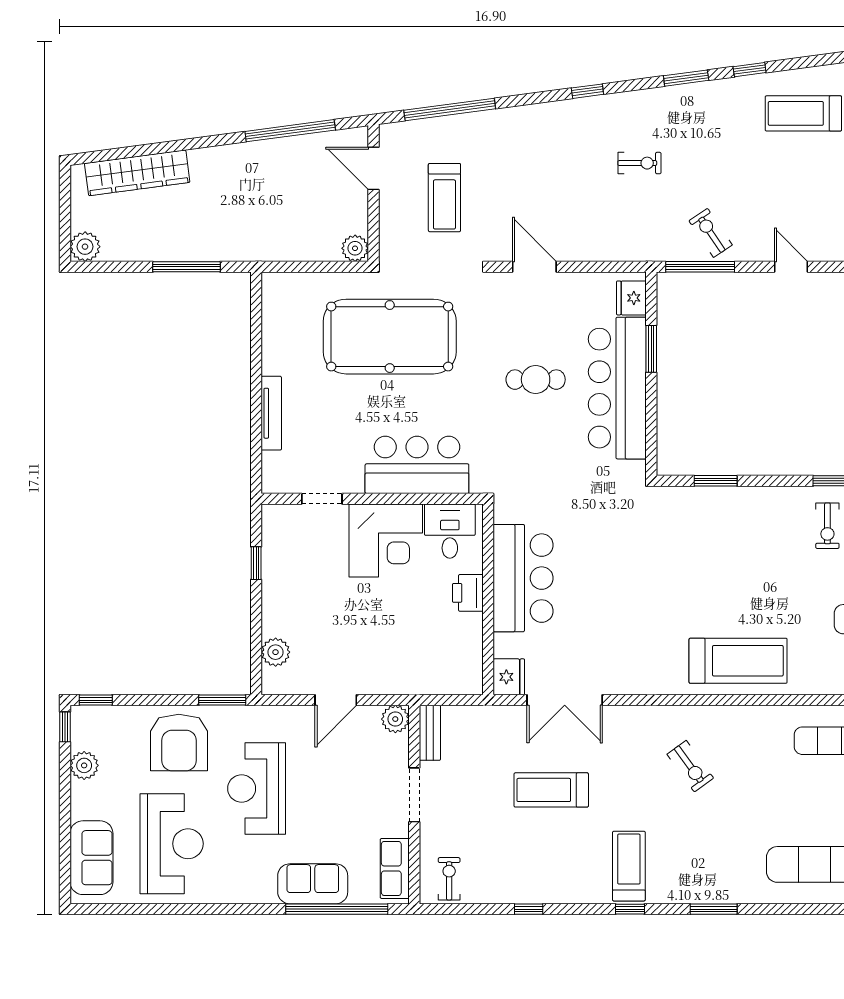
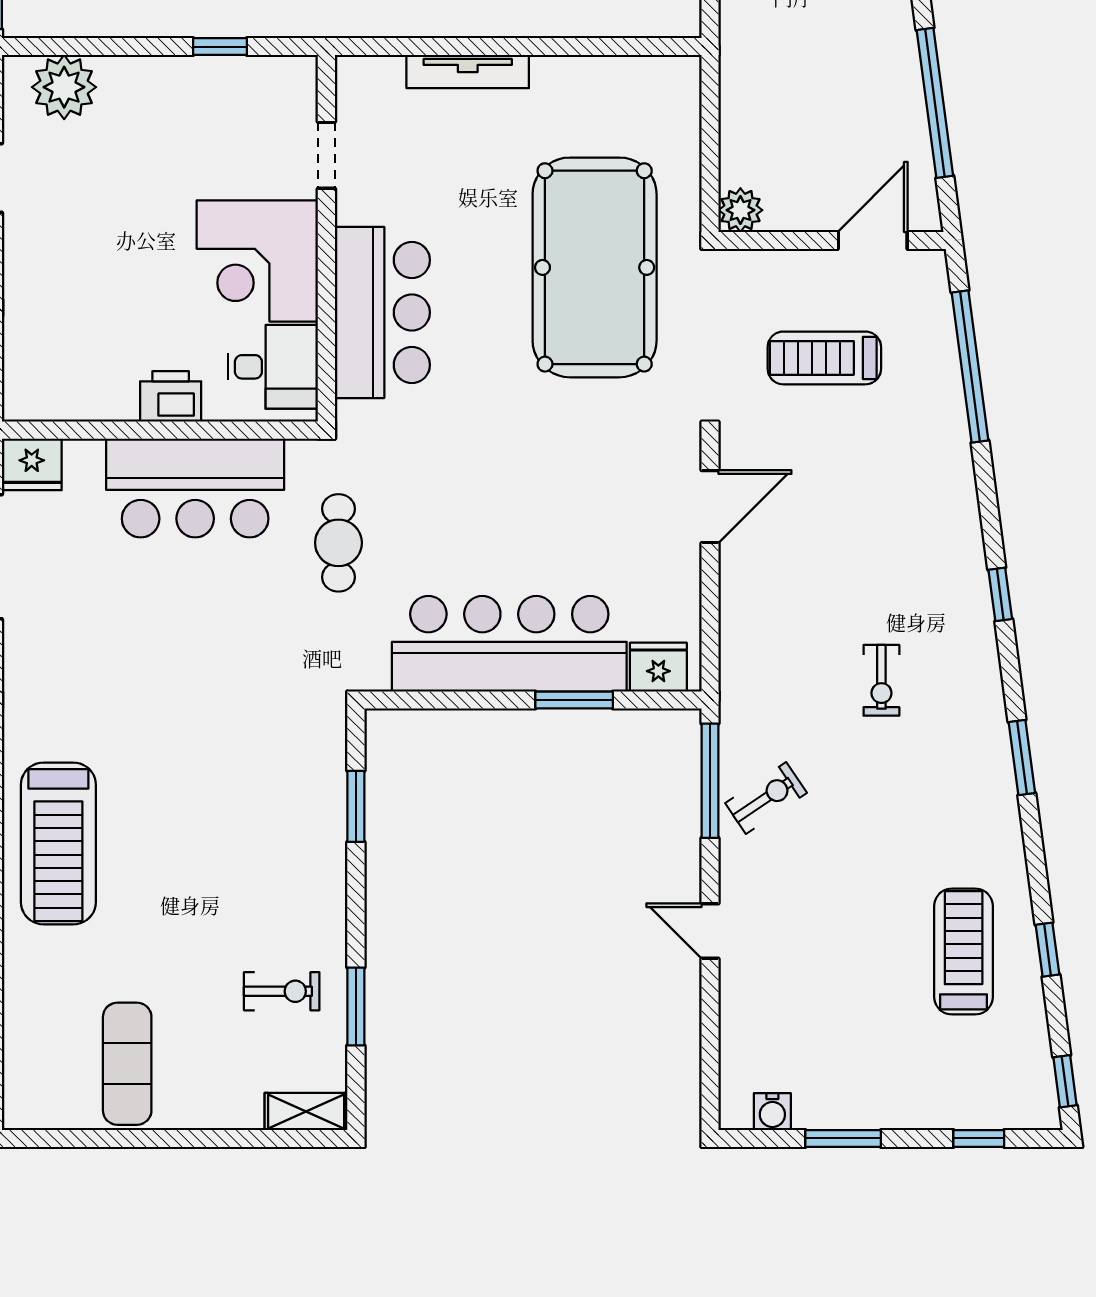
window: (750, 70) -> (1047, 950), moved
door: (791, 267) -> (710, 931), swing flipped
cafe table: (536, 380) -> (338, 543), moved
exercise bike: (827, 526) -> (282, 991), turned 180
plant: (276, 652) -> (64, 87), width x1.36, depth x1.36

